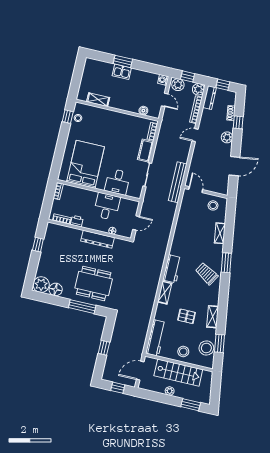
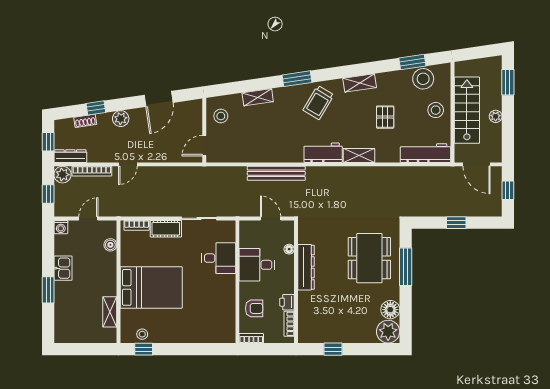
kitchen sink: (122, 72) -> (63, 268), moved
plant: (178, 85) -> (63, 205), removed
door: (195, 135) -> (128, 164), hinge flipped
bed: (86, 164) -> (151, 287), moved, turned 180
door: (234, 166) -> (159, 99), swing flipped
bench: (178, 182) -> (276, 173), moved
armchair: (78, 198) -> (254, 308), added
shelving: (213, 317) -> (360, 83), moved

